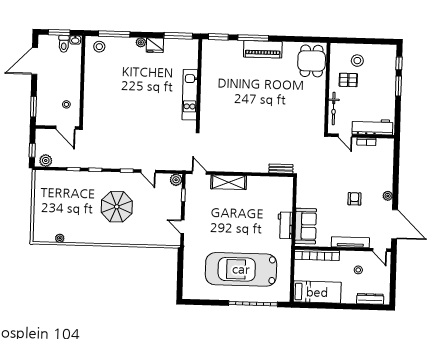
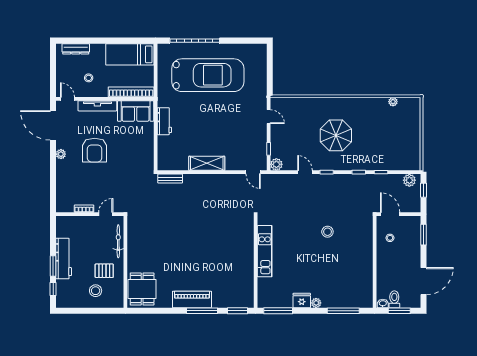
stool: (99, 47) -> (327, 232), moved
workbench: (372, 127) -> (64, 259), moved, turned -90
door: (345, 136) -> (106, 214), hinge flipped
shelving: (229, 182) -> (207, 163), moved
armchair: (354, 199) -> (95, 150), width x1.88, depth x1.88
sofa: (306, 226) -> (136, 111), moved, turned -90

